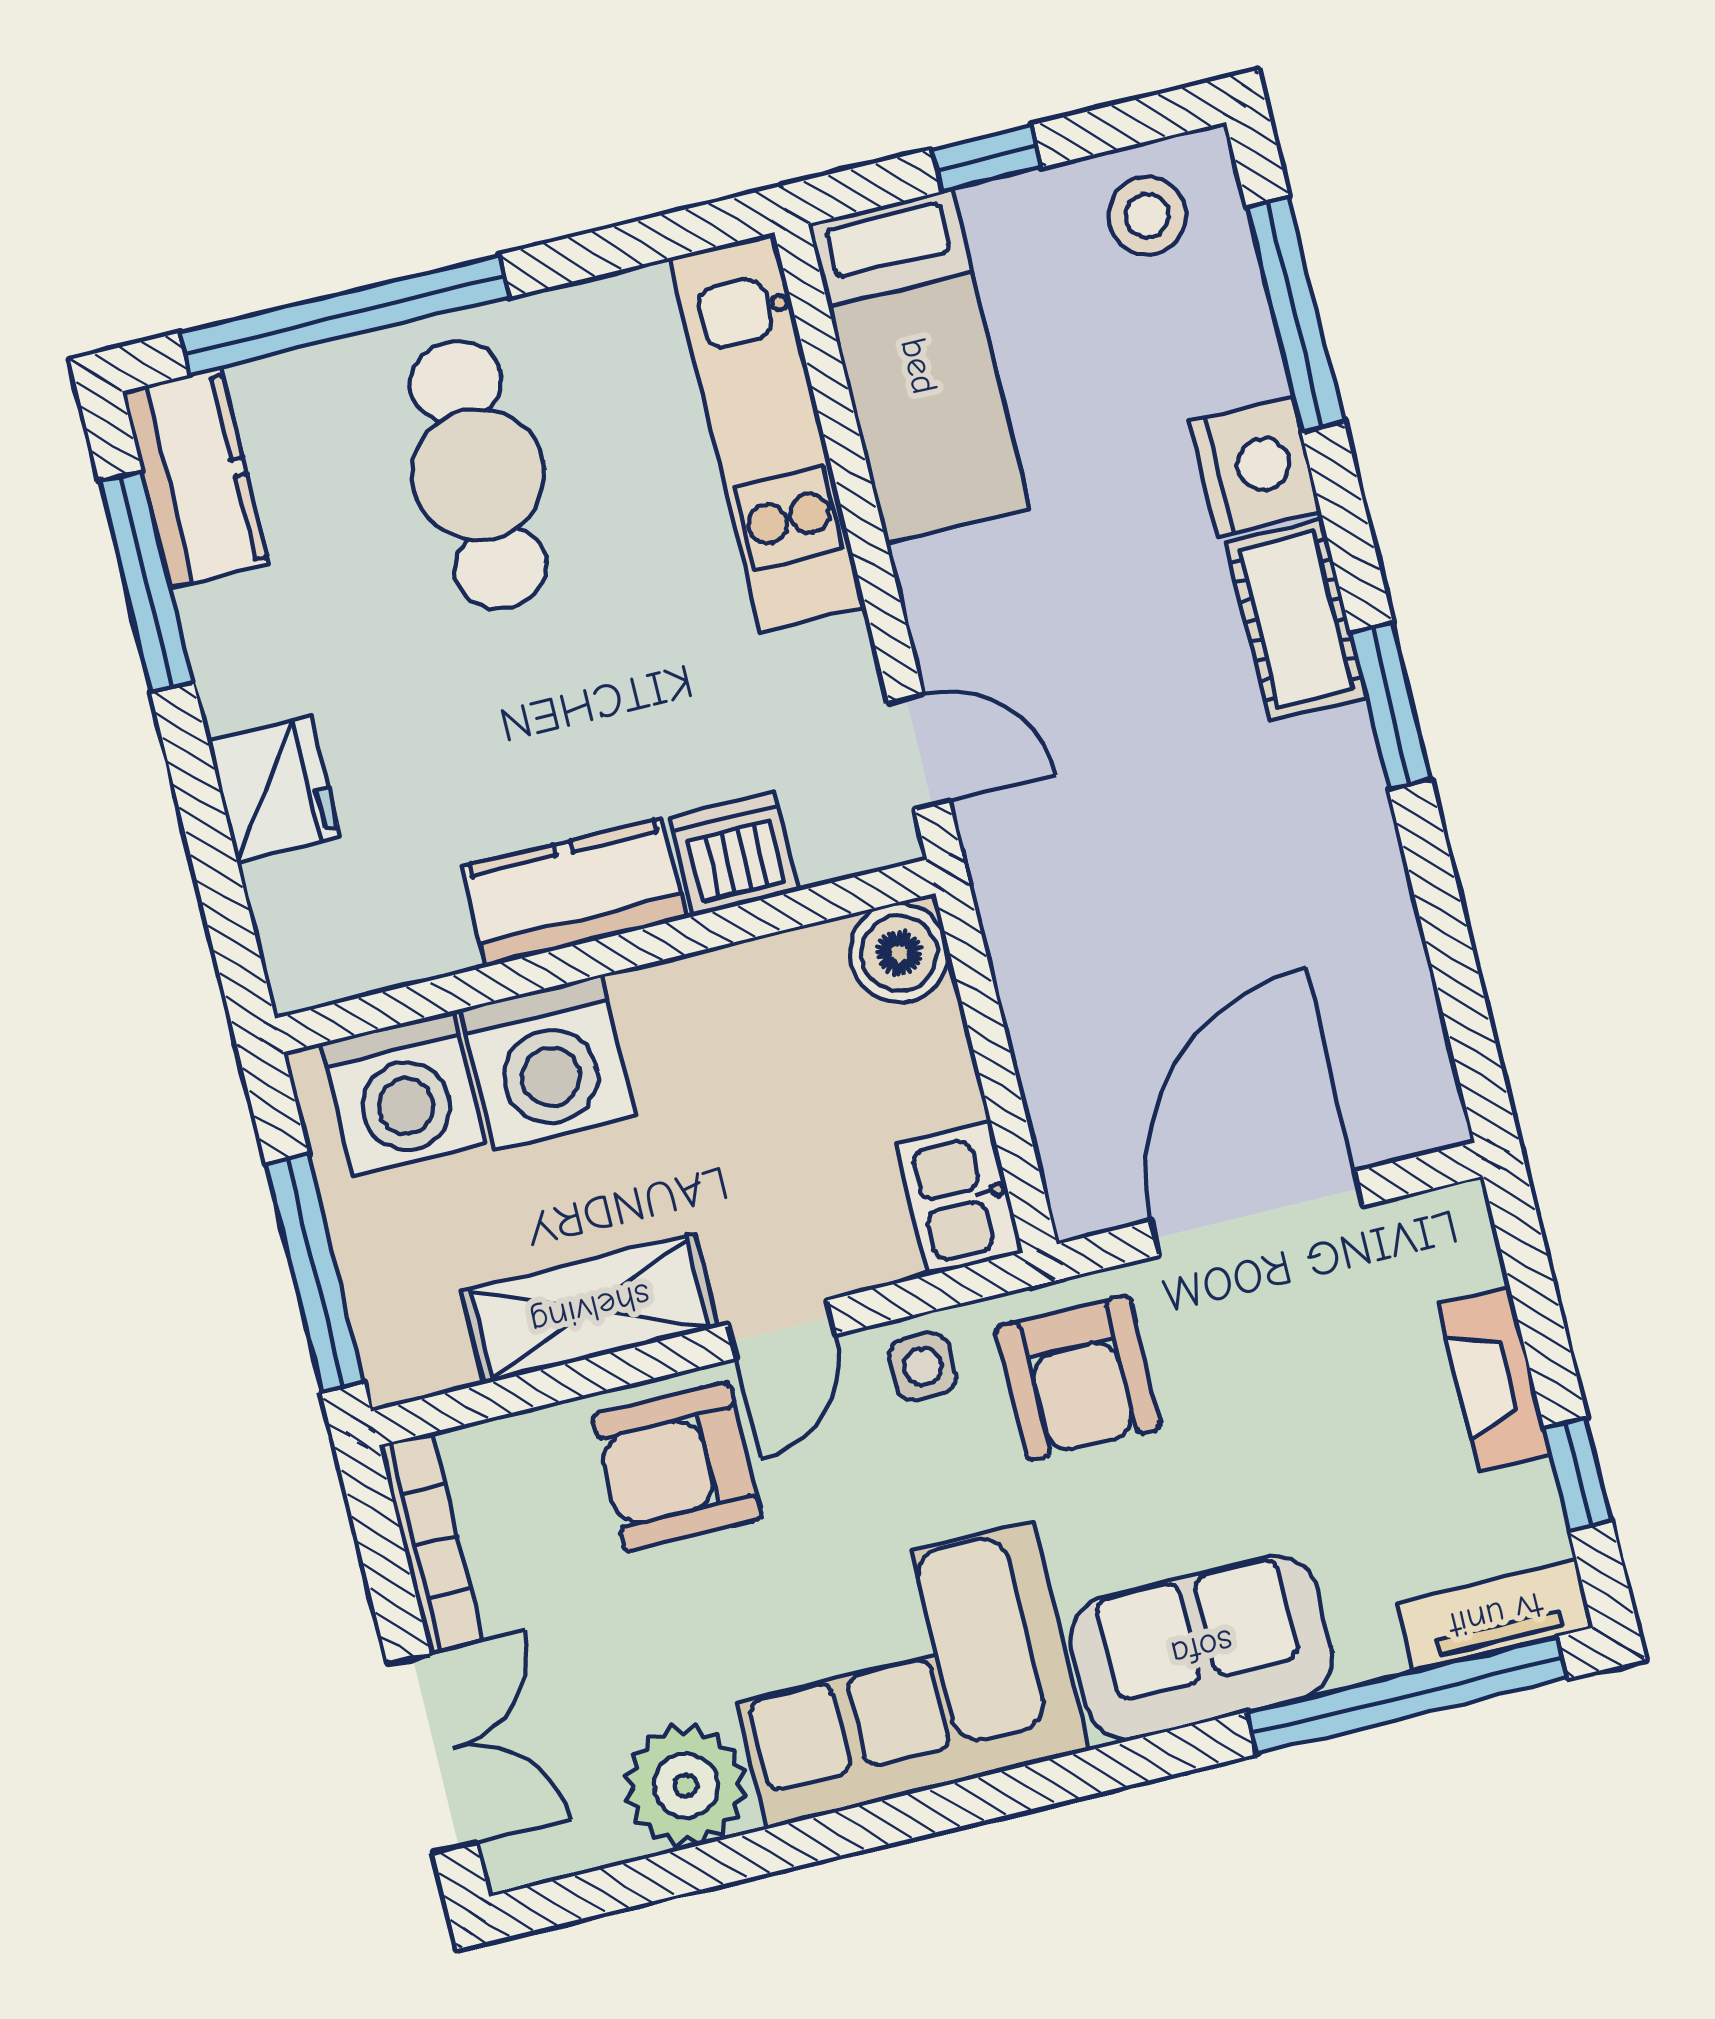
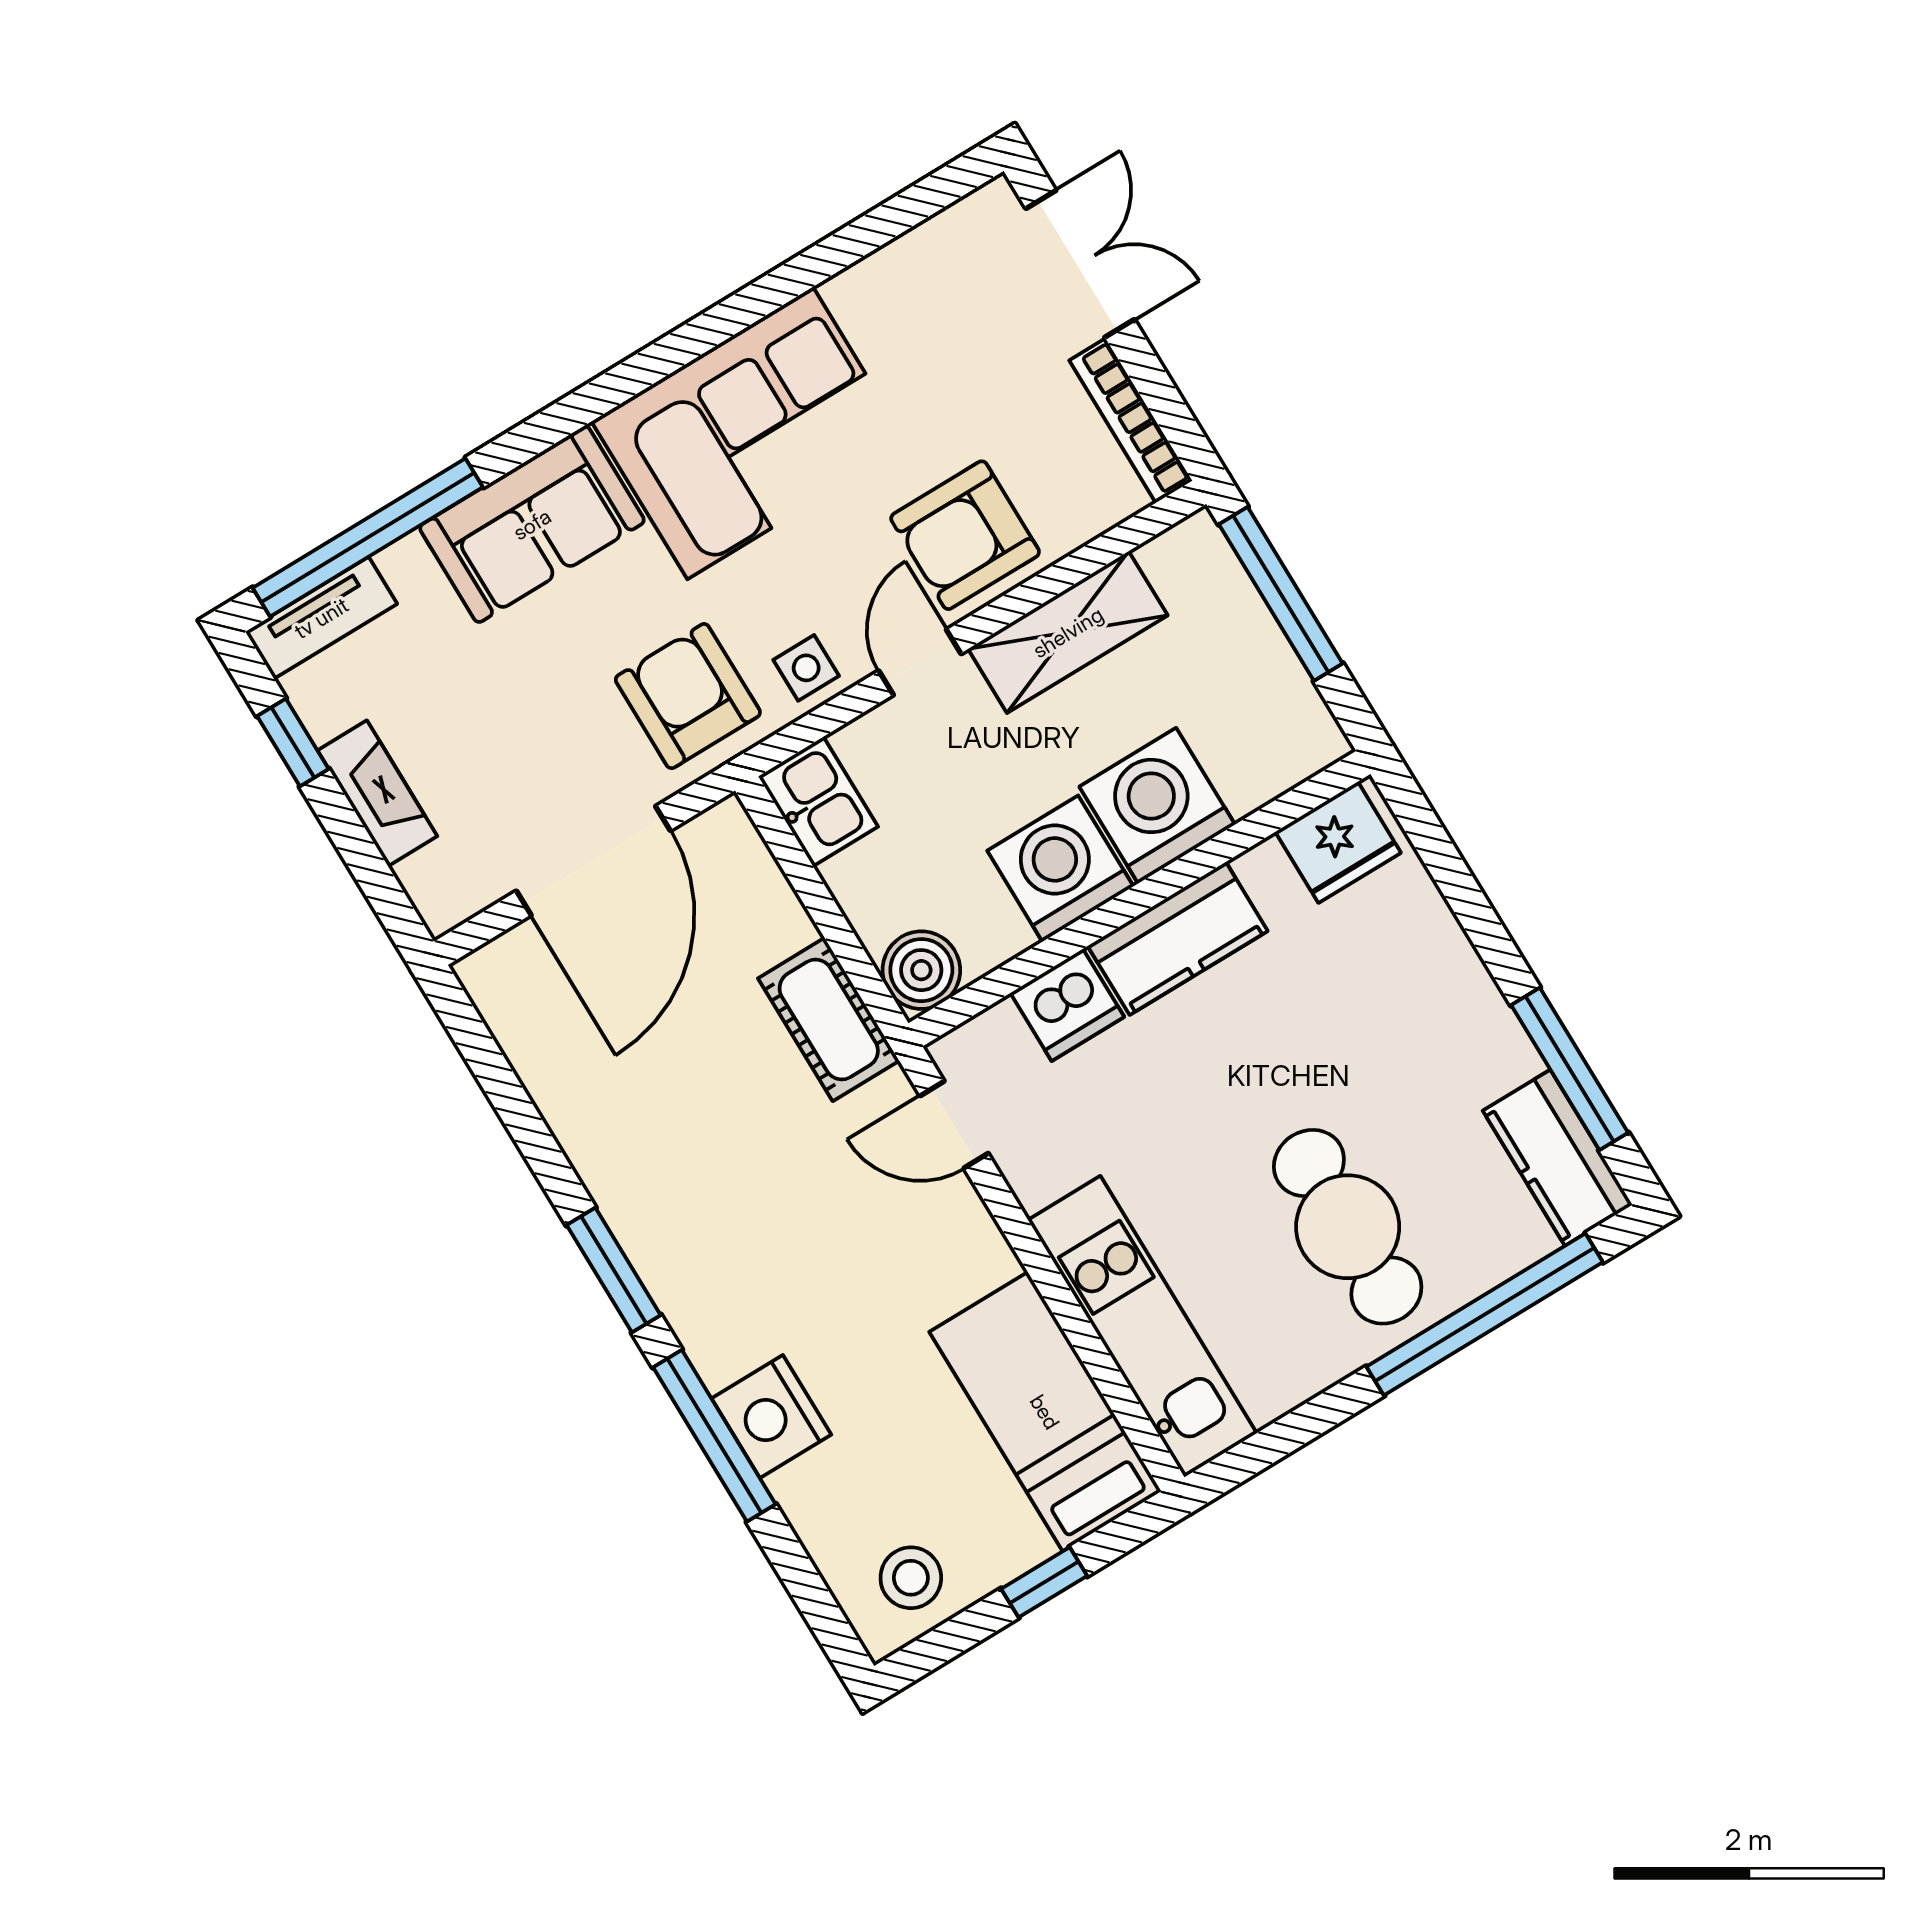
window: (1295, 314) -> (714, 1436), moved
cot: (1296, 620) -> (829, 1019), moved
fridge: (274, 788) -> (1338, 842), moved, turned -90
washing machine: (403, 1093) -> (1060, 869), moved
armchair: (677, 1467) -> (965, 535), turned 180
double door: (432, 1753) -> (1080, 264), swing flipped
plant: (686, 1785) -> (883, 300), removed

